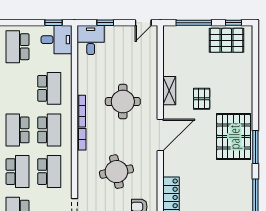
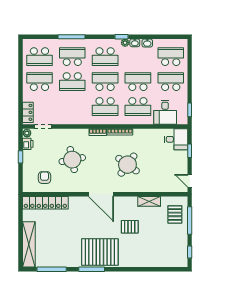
desk: (56, 40) -> (165, 112), moved
pallet: (227, 40) -> (175, 214), moved, width x0.67, depth x0.71
shelving: (169, 91) -> (149, 201), moved
round table: (123, 102) -> (127, 165), turned 36
school desk: (49, 172) -> (138, 82), moved, turned 180

